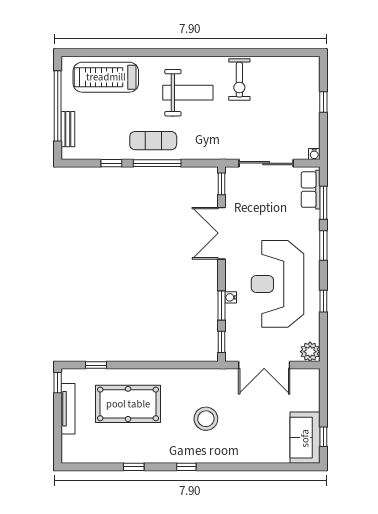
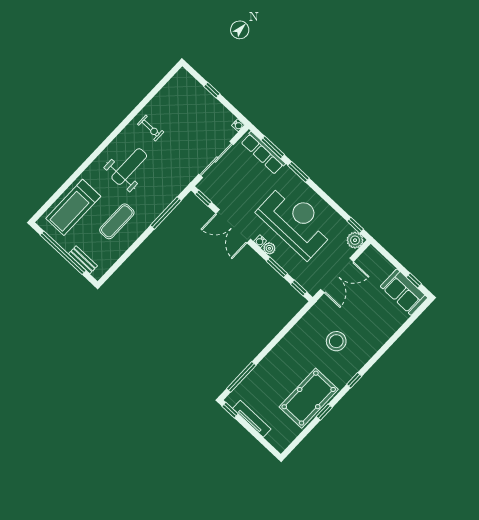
exercise bike: (239, 80) -> (151, 128), width x0.73, depth x0.72
exercise mat: (153, 141) -> (117, 221), moved
window: (111, 163) -> (128, 253), removed
window: (157, 163) -> (166, 213), moved
row of seats: (311, 190) -> (263, 153), width x1.48
plant: (232, 283) -> (269, 248), added
reception desk: (278, 284) -> (296, 221), turned 180
water cooler: (231, 297) -> (260, 241), moved
window: (323, 301) -> (355, 225), moved
window: (96, 365) -> (241, 377), width x2.17
pool table: (128, 404) -> (309, 398), moved

